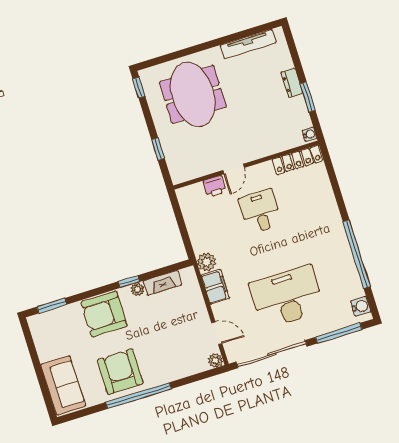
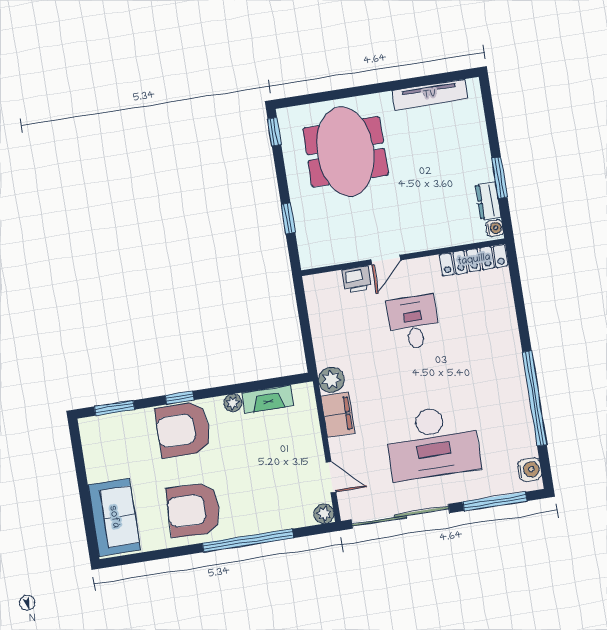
dresser: (292, 83) -> (488, 201), moved
window: (129, 282) -> (180, 398), moved
desk: (287, 297) -> (432, 443), turned 180
armchair: (120, 372) -> (194, 510), turned -88
window: (139, 396) -> (248, 541), moved

